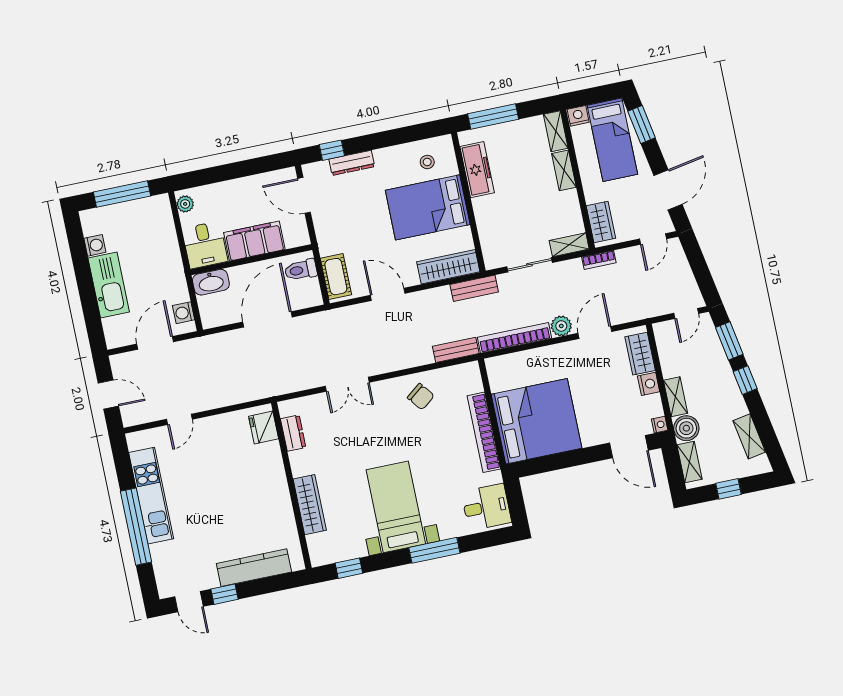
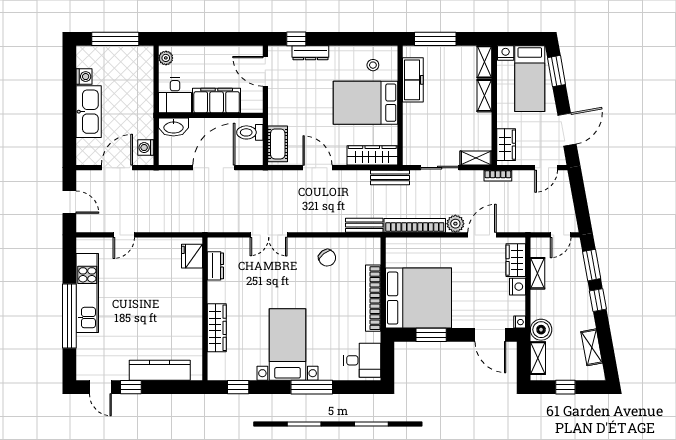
shelving: (675, 397) -> (538, 273), moved
window: (560, 461) -> (431, 335), added

